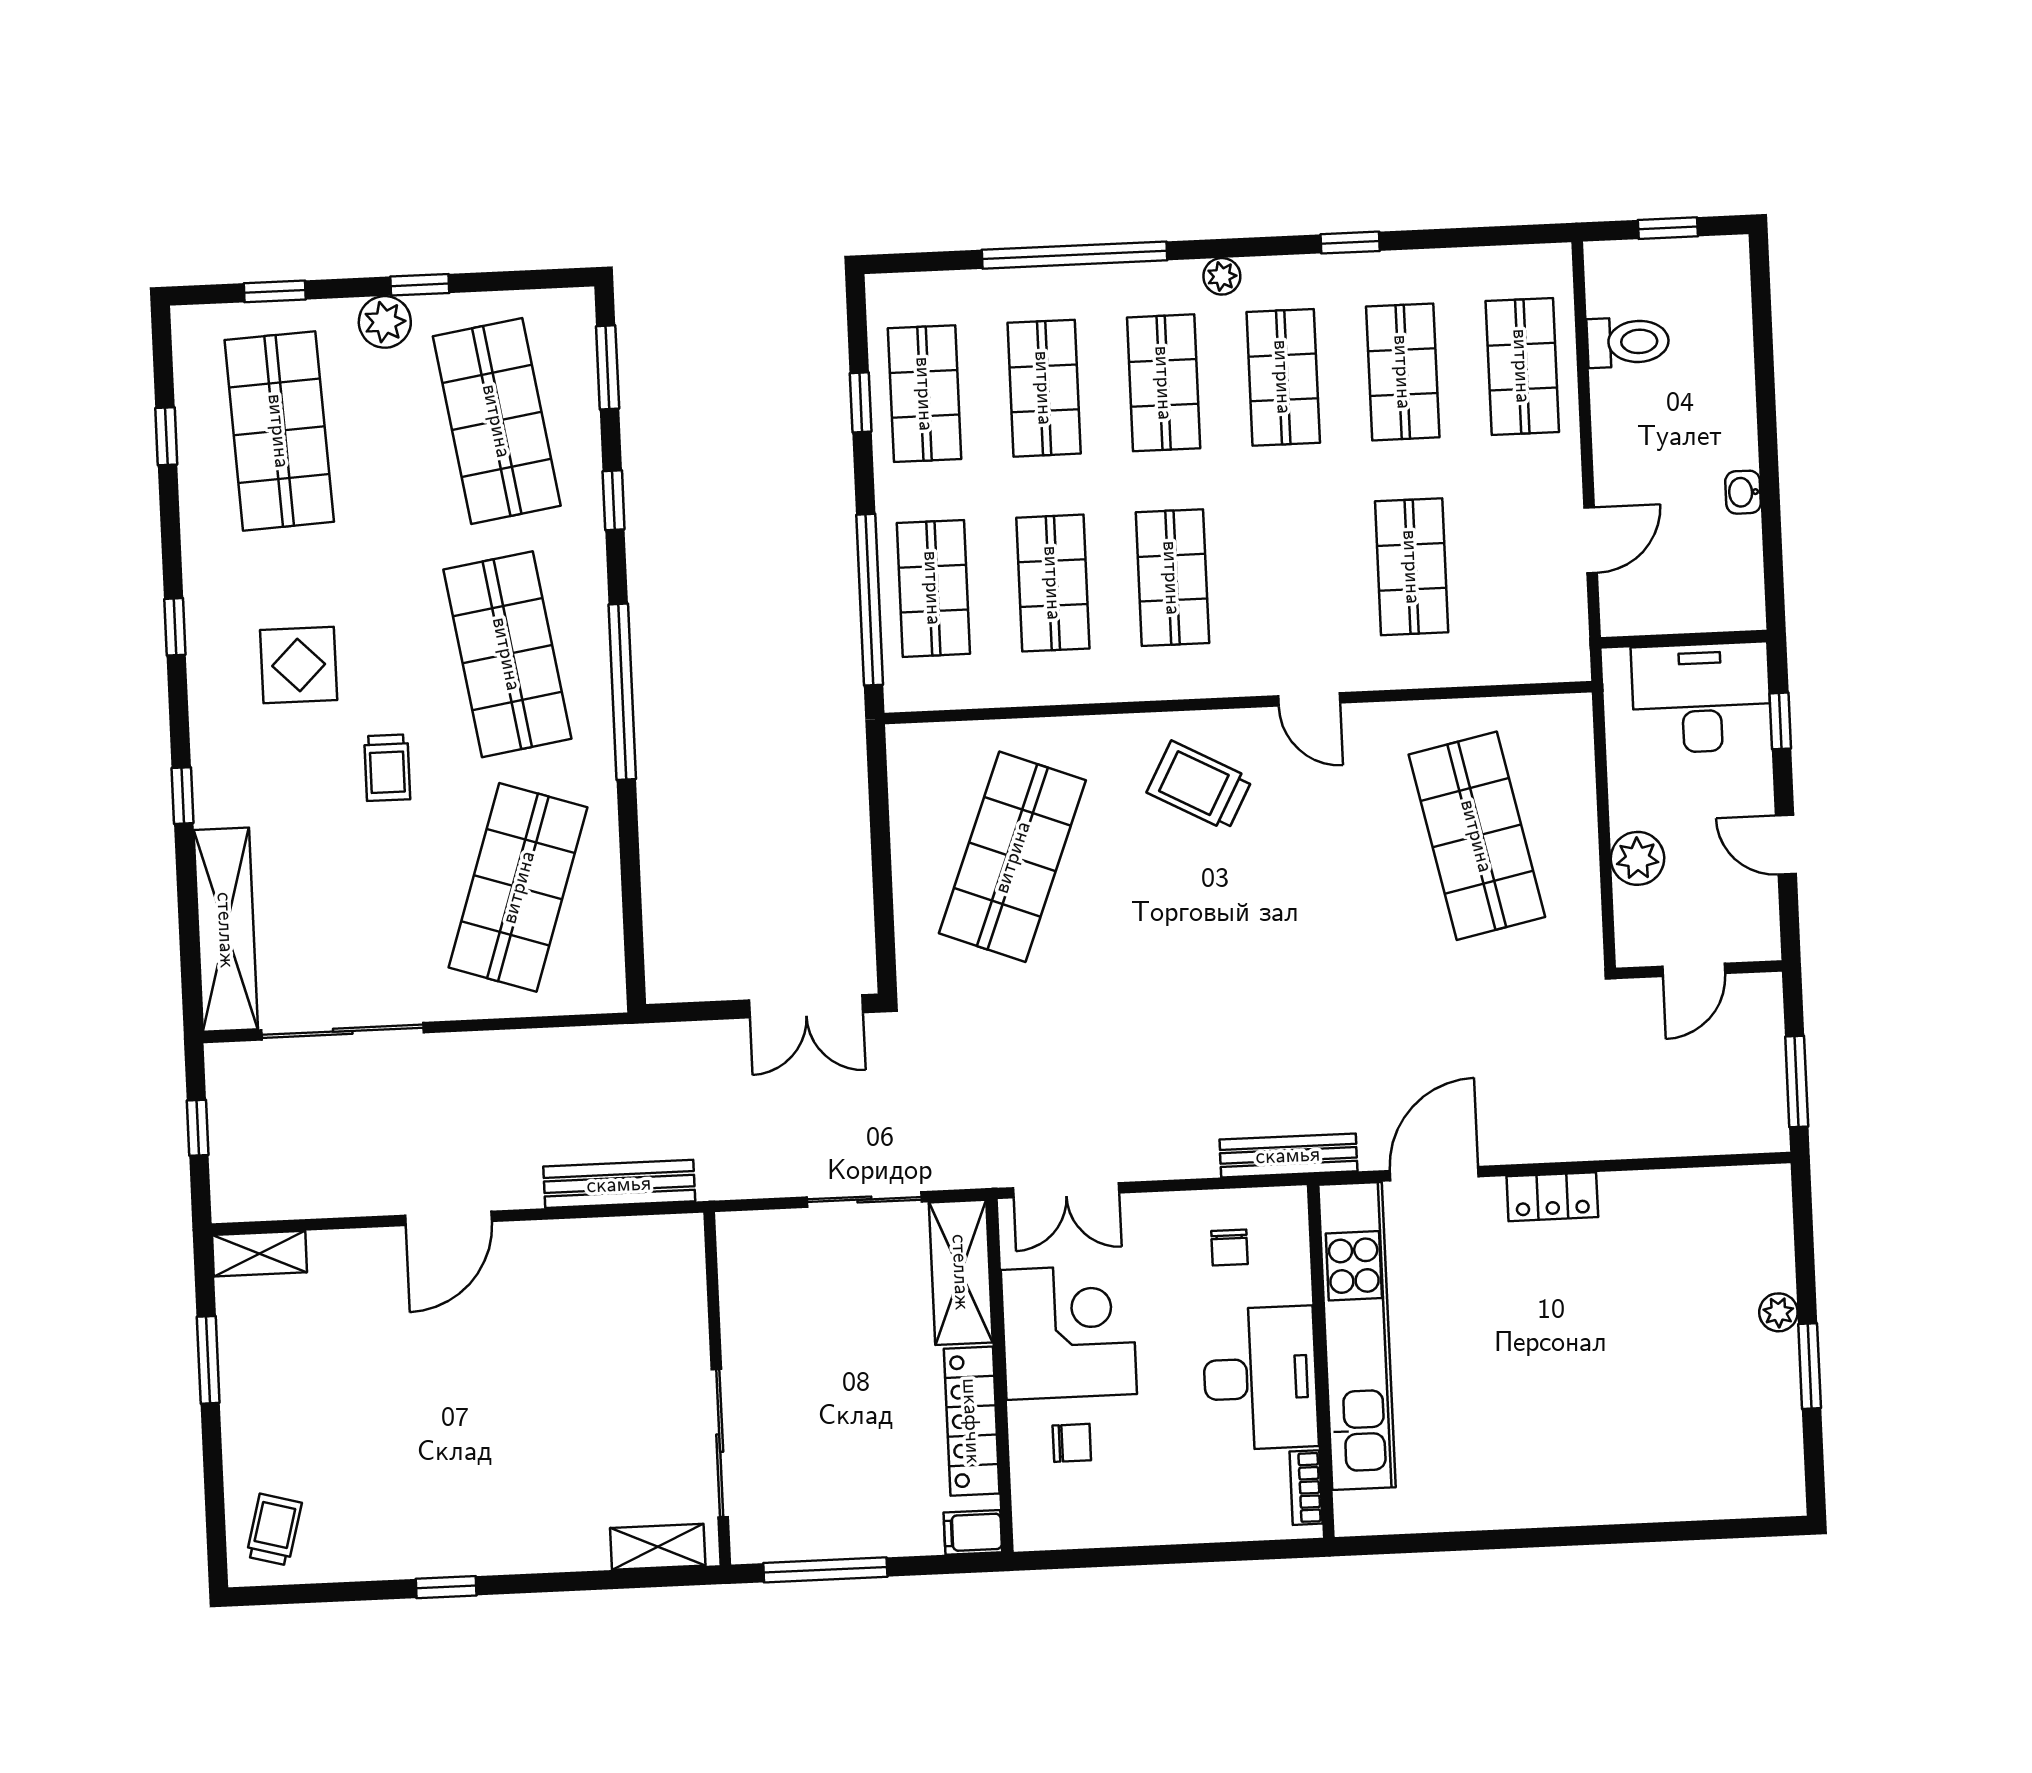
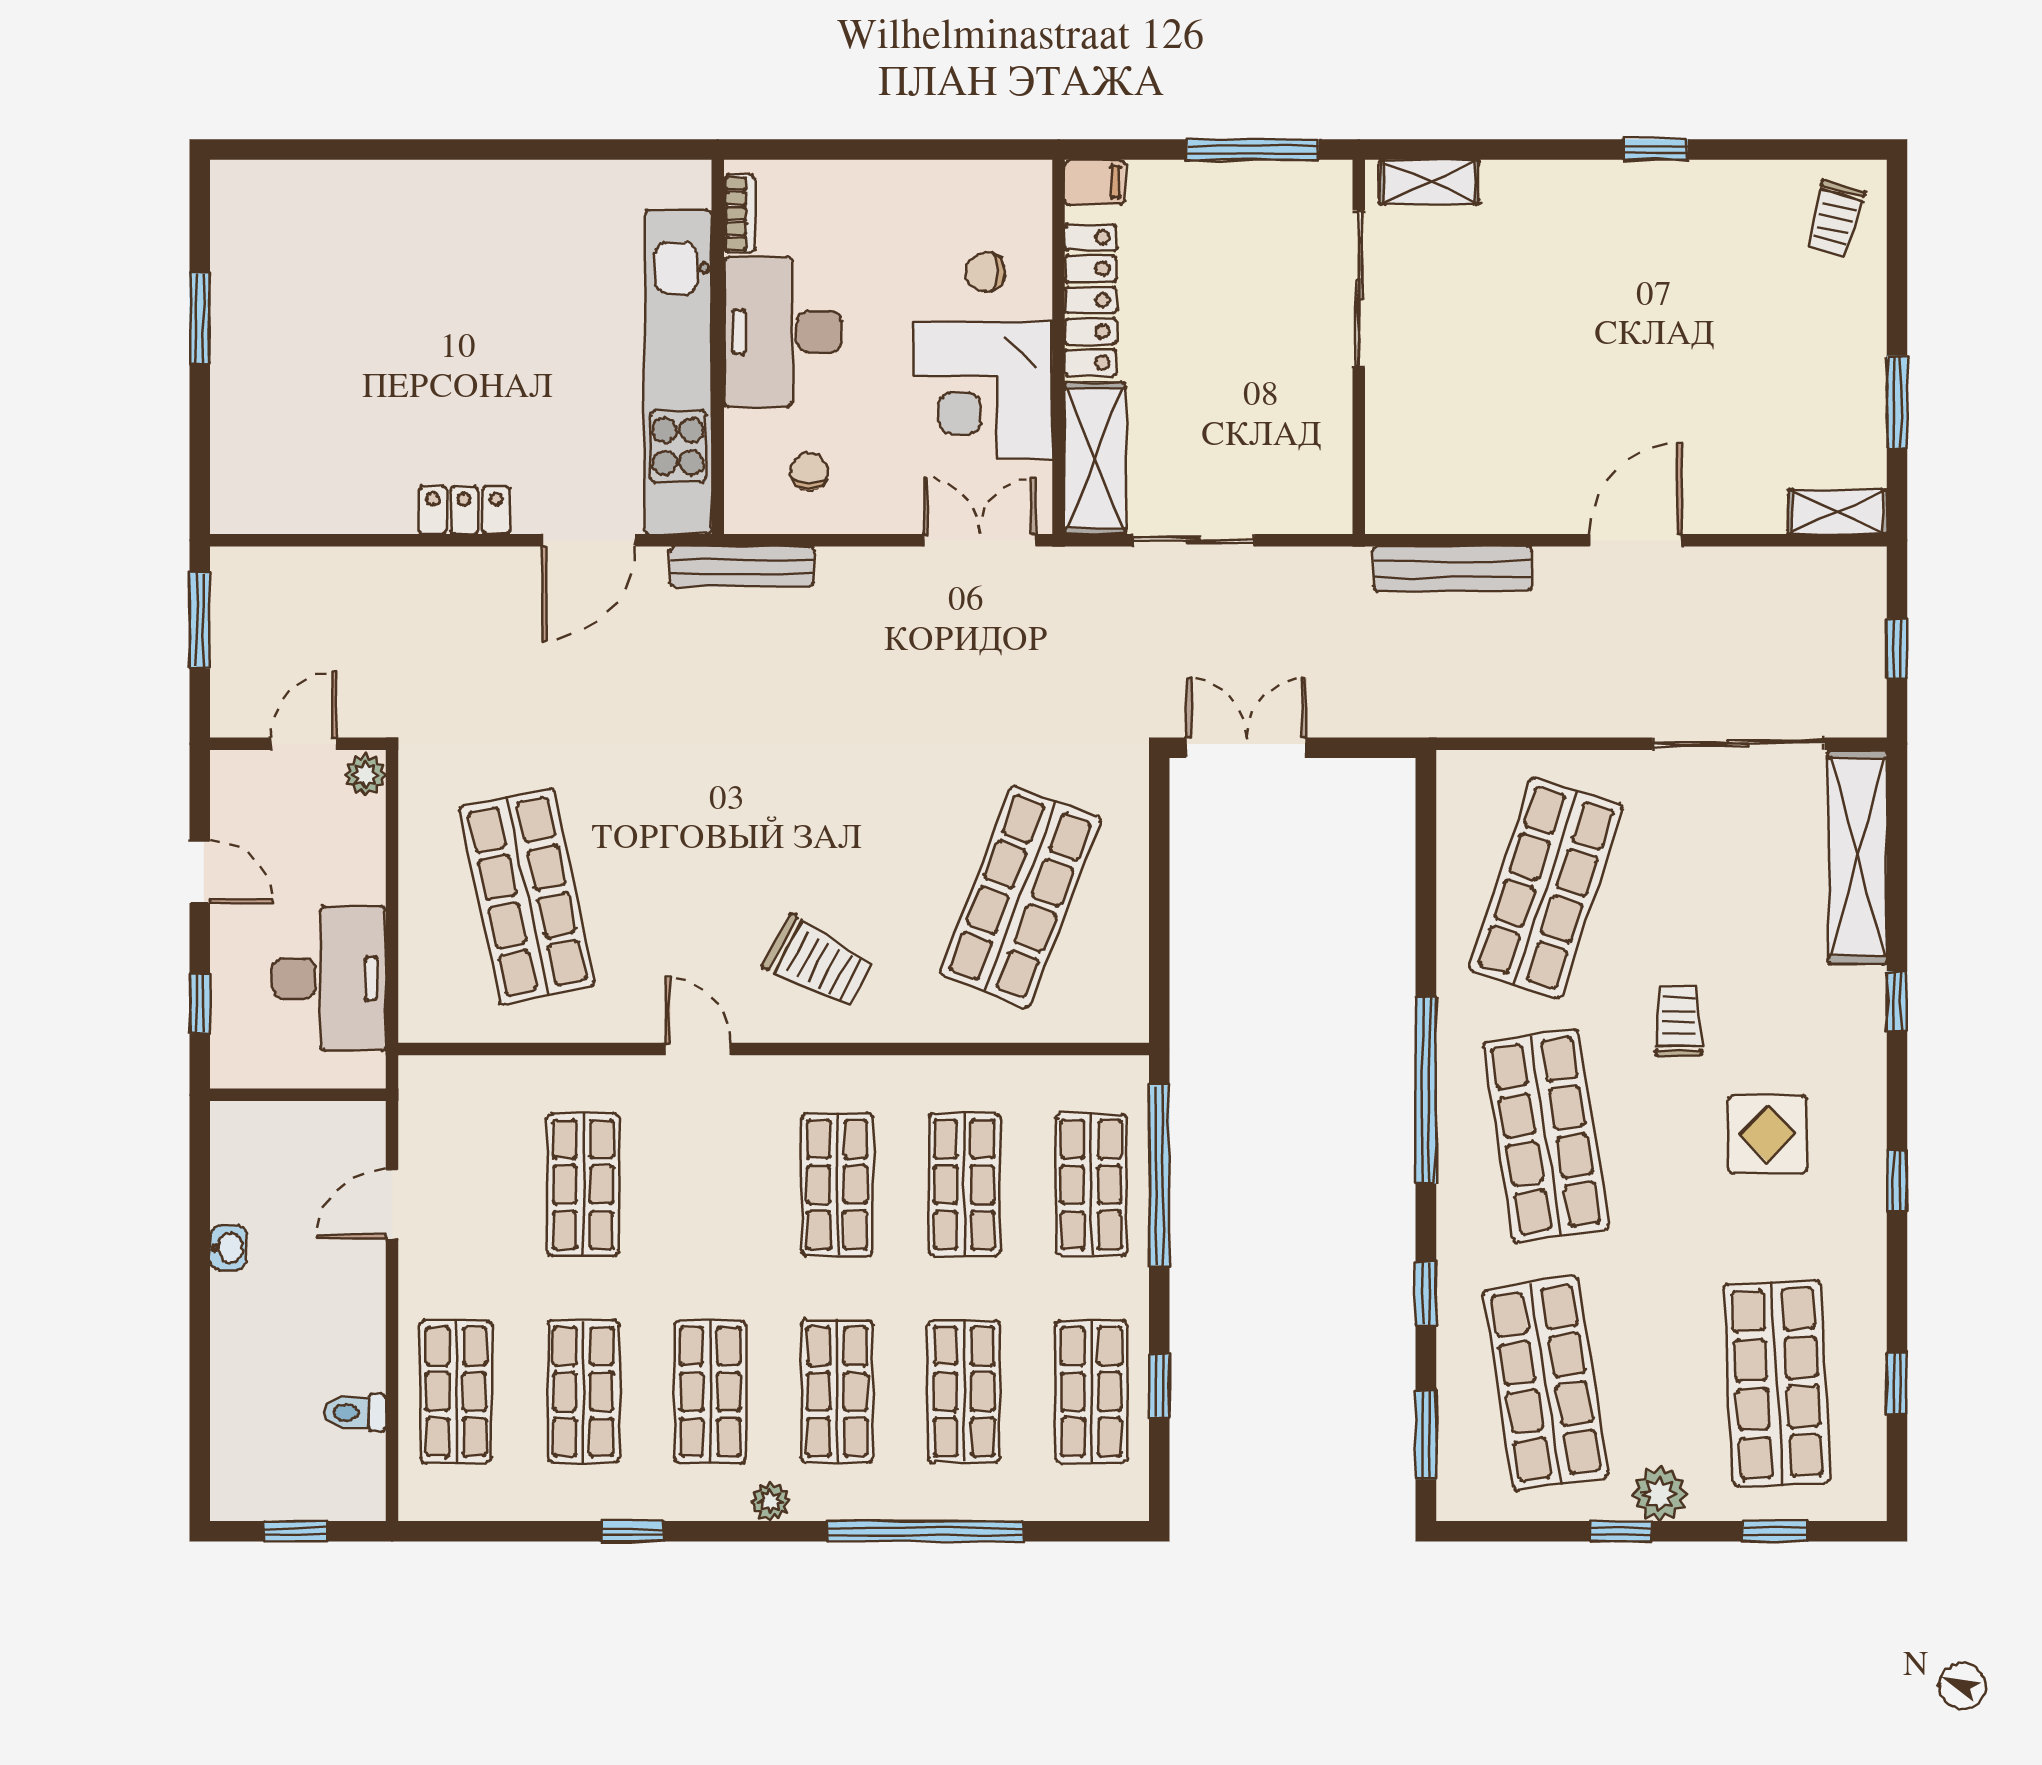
toilet: (1628, 342) -> (355, 1413), width x0.73, depth x0.72
desk: (1701, 698) -> (329, 978), moved, turned -90
plant: (1637, 858) -> (365, 775), moved, width x0.73, depth x0.73
plant: (1778, 1312) -> (230, 377), removed

